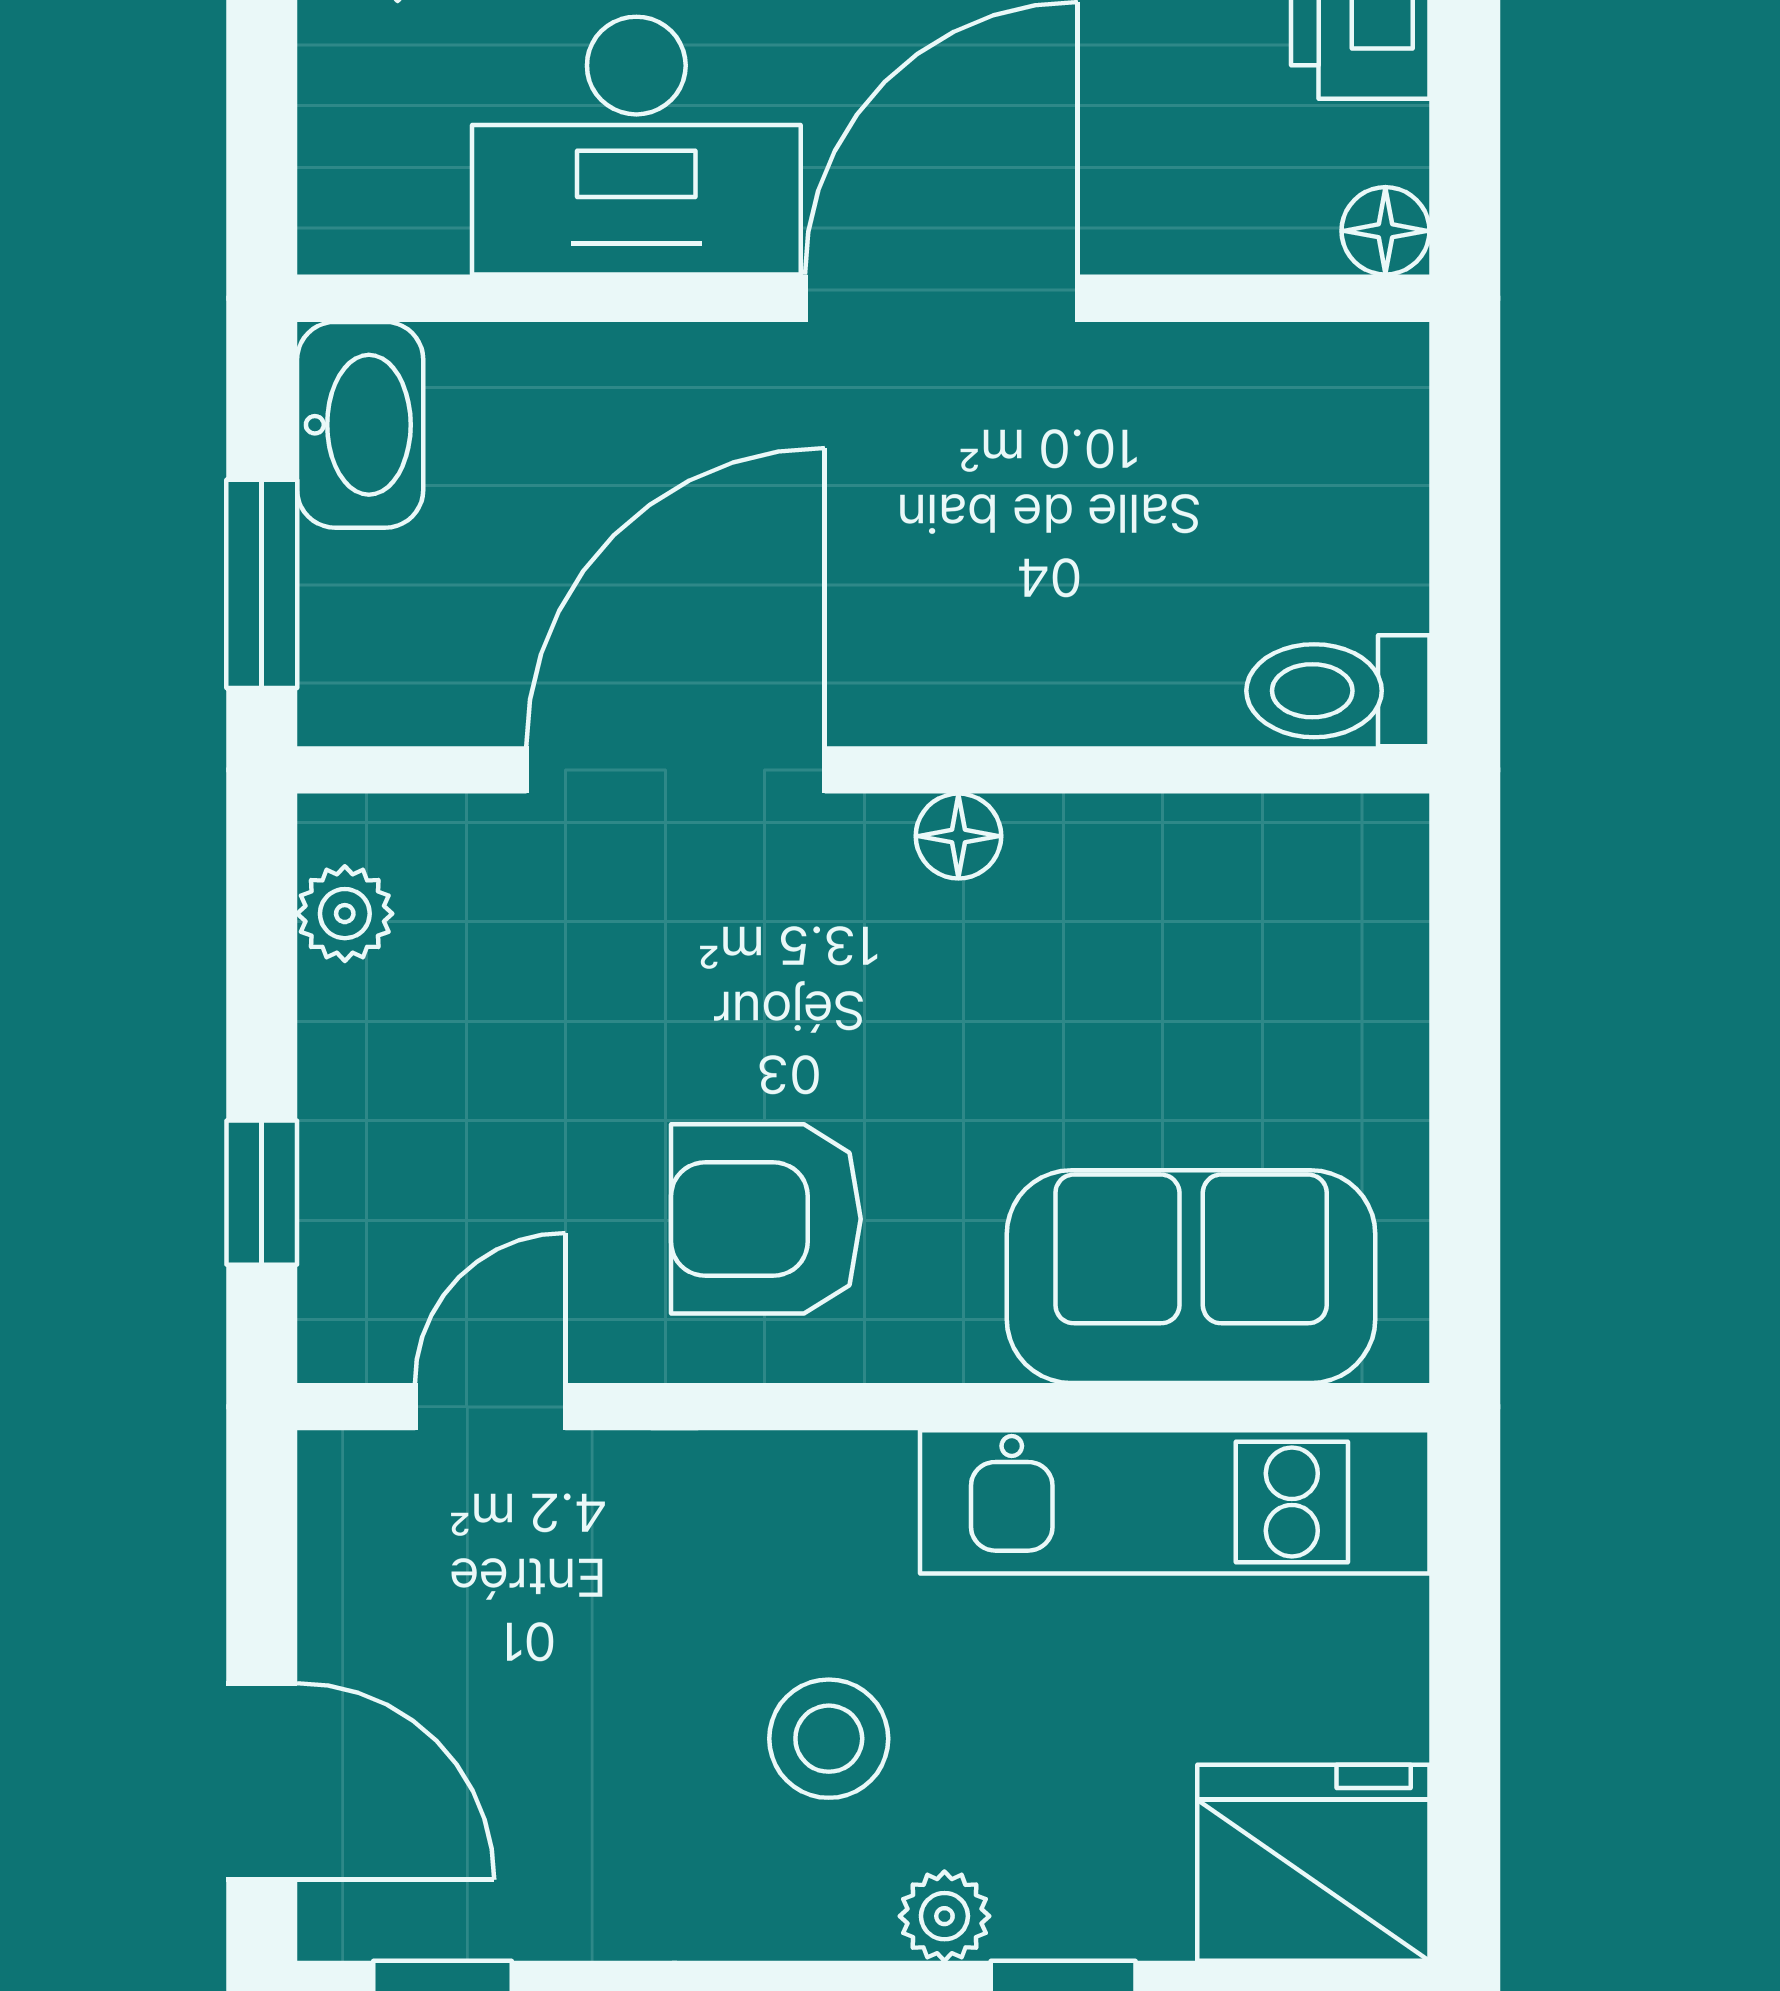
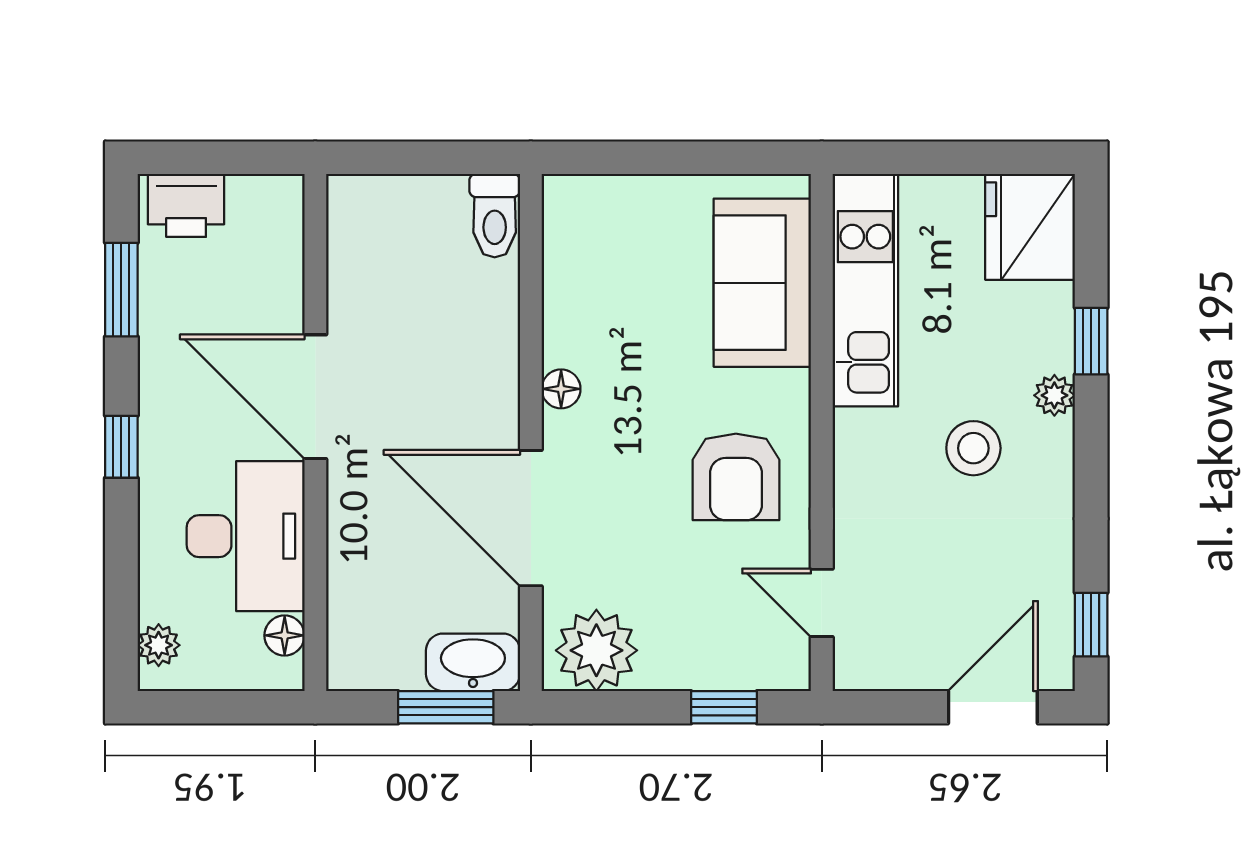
floor lamp: (1385, 231) -> (285, 635), moved
washbasin: (360, 425) -> (473, 662), moved
plant: (345, 914) -> (596, 650), width x1.88, depth x1.88

